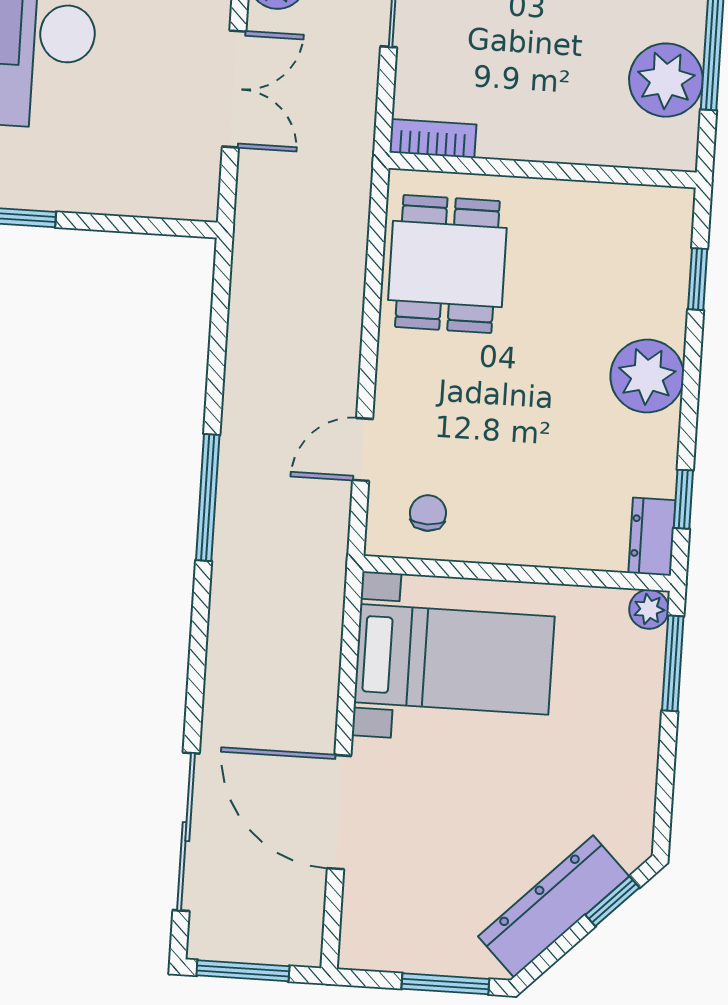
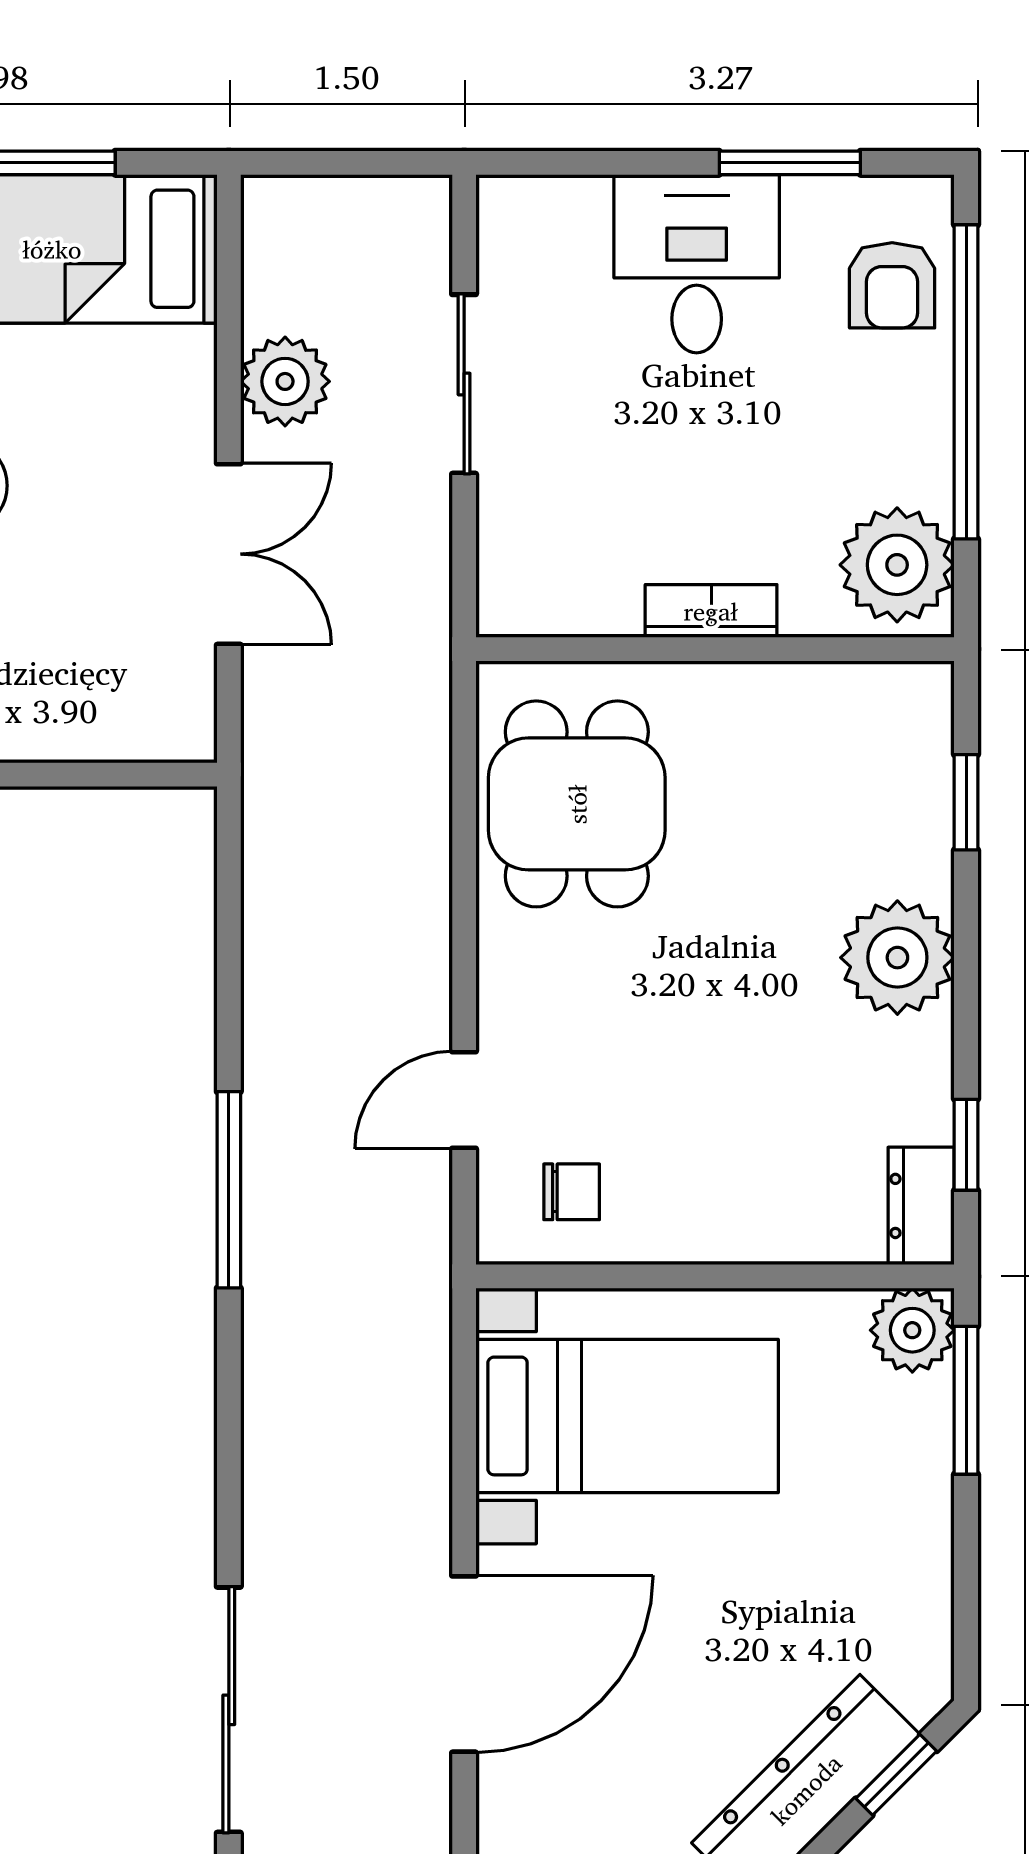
plant: (666, 80) -> (897, 565), moved
bookcase: (433, 138) -> (711, 611), moved
chair: (428, 513) -> (572, 1192), turned 90
plant: (649, 609) -> (912, 1330), width x1.38, depth x1.38
door: (339, 812) -> (464, 1664), swing flipped

